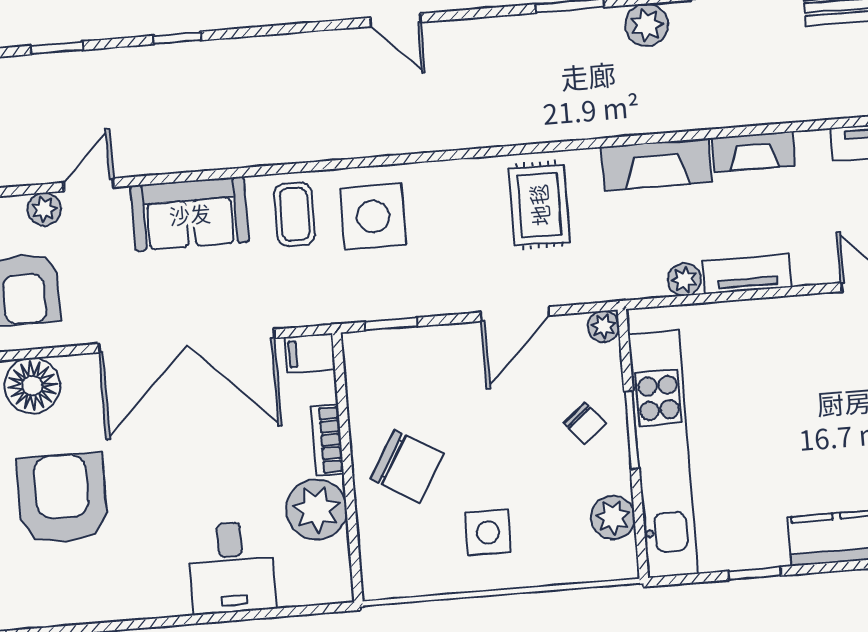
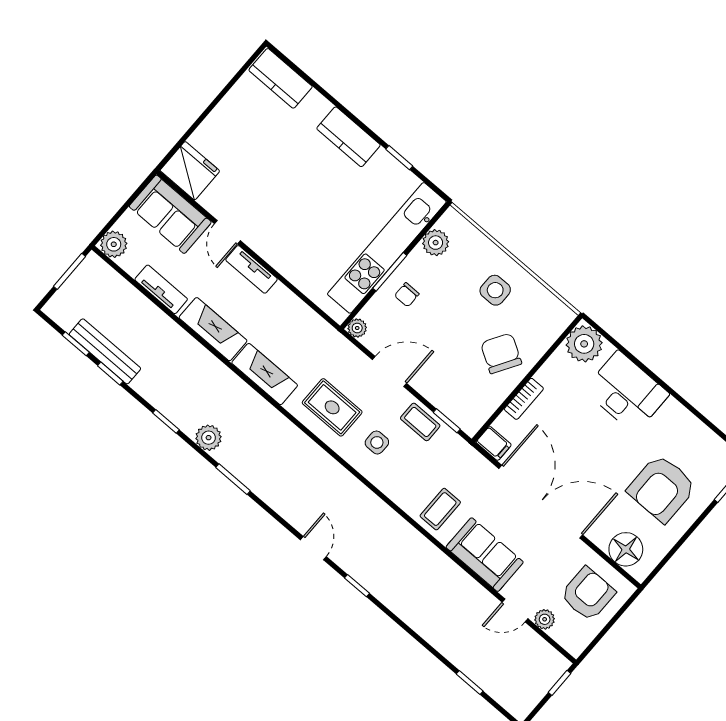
window: (177, 38) -> (357, 586), moved
fireplace: (754, 152) -> (213, 329), width x1.37, depth x1.32
rug: (539, 205) -> (332, 407), turned 90
side table: (373, 216) -> (377, 442), moved, width x0.54, depth x0.54
tv unit: (747, 274) -> (252, 269), moved
plant: (684, 280) -> (302, 313), removed
coffee table: (420, 292) -> (420, 422), added
chair: (585, 423) -> (407, 295), turned -140
plant: (317, 510) -> (584, 344), moved
desk: (232, 567) -> (627, 392), width x1.37

